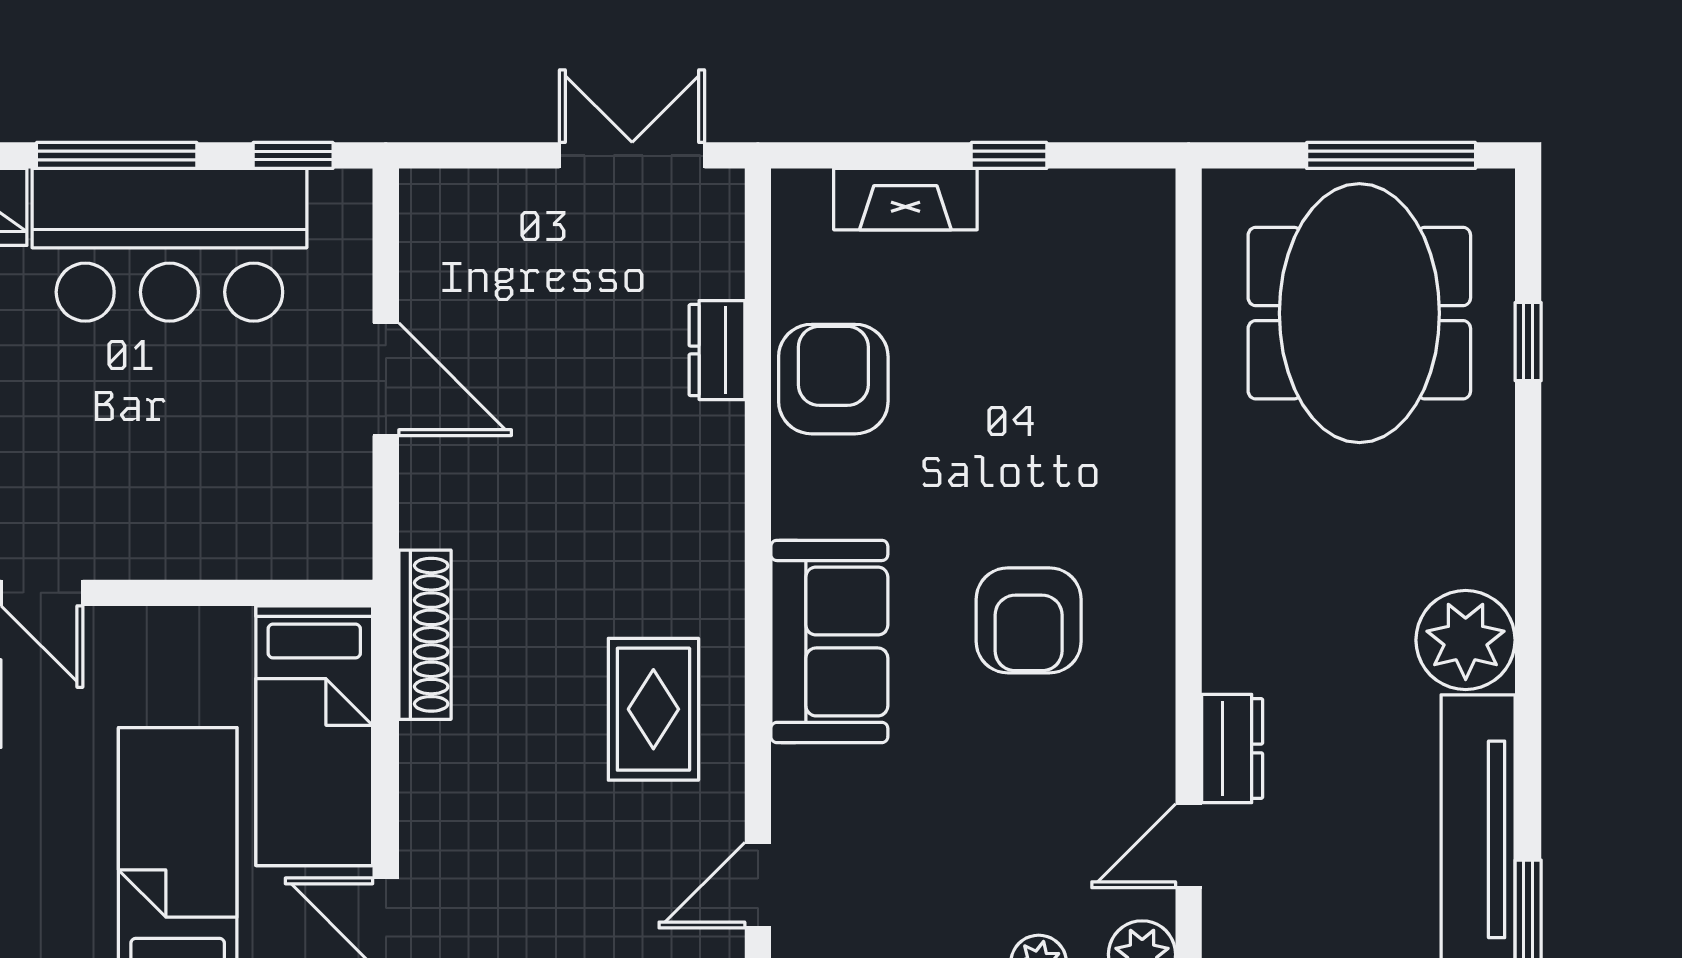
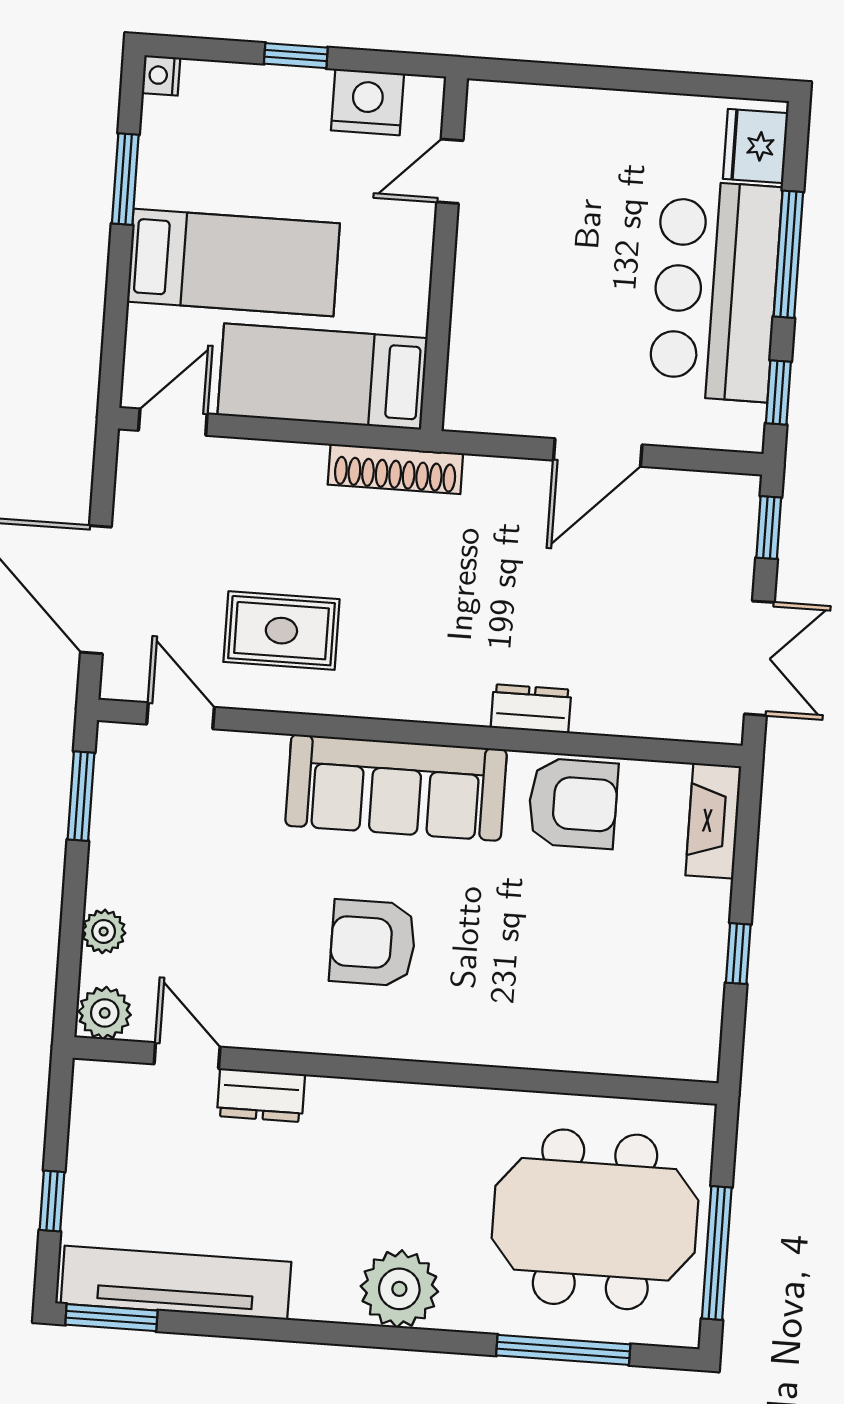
window: (465, 155) -> (769, 528), added
fireplace: (905, 199) -> (713, 821), moved
window: (1528, 342) -> (563, 1350), width x2.17
dresser: (717, 350) -> (531, 709), moved
plant: (1466, 640) -> (399, 1289), moved
sofa: (829, 641) -> (396, 788), width x1.36
rug: (653, 709) -> (281, 631), moved

